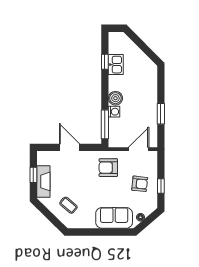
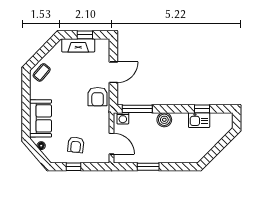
washing machine: (114, 112) -> (123, 118), moved
armchair: (108, 168) -> (98, 97), moved, turned 180
coffee table: (68, 205) -> (42, 72), moved

